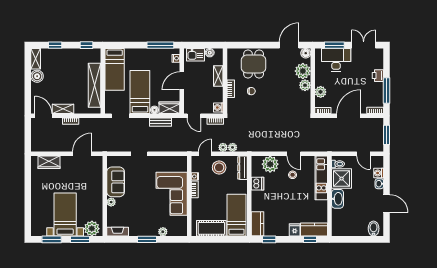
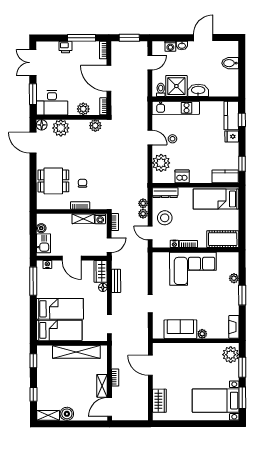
desk: (336, 60) -> (52, 103), moved, turned -90
shelving: (218, 76) -> (83, 219), moved
plant: (305, 85) -> (95, 126), moved
bed: (140, 92) -> (60, 309), moved, turned 180
door: (294, 154) -> (150, 138), hinge flipped
bed with nightstands: (65, 215) -> (216, 401), moved
cot: (211, 228) -> (223, 239), moved, turned 90
bidet: (374, 229) -> (230, 63), moved

